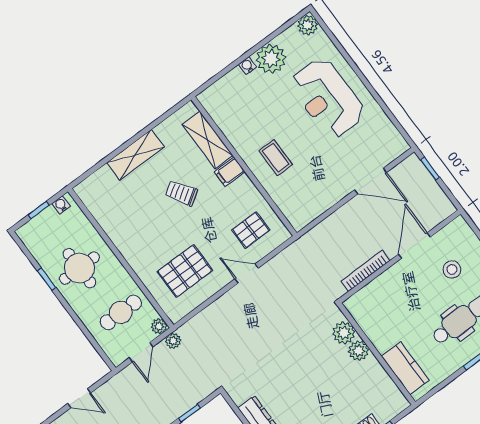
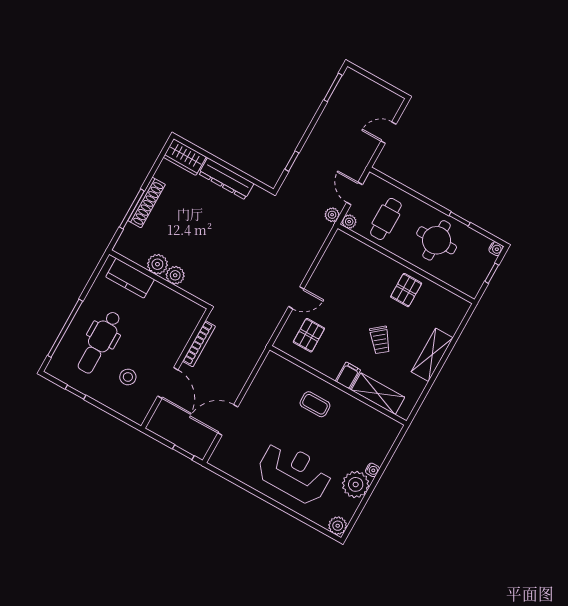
trolley: (181, 193) -> (380, 340), turned 84
water cooler: (61, 205) -> (496, 249), moved
pallet: (185, 271) -> (406, 290), moved, width x0.67, depth x0.71
plant: (344, 333) -> (157, 264), moved

